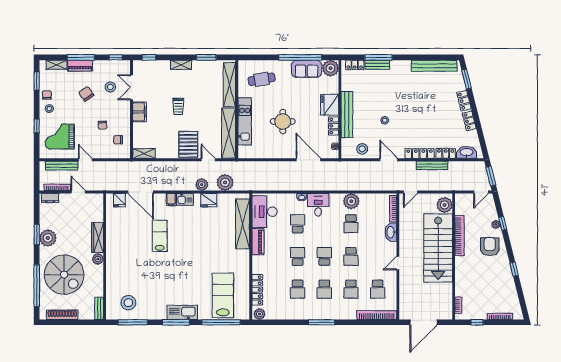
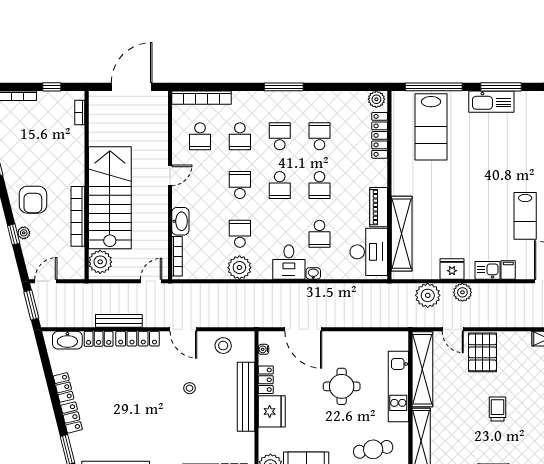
school desk: (351, 289) -> (240, 136), turned 180
school desk: (378, 289) -> (200, 136), turned 180

